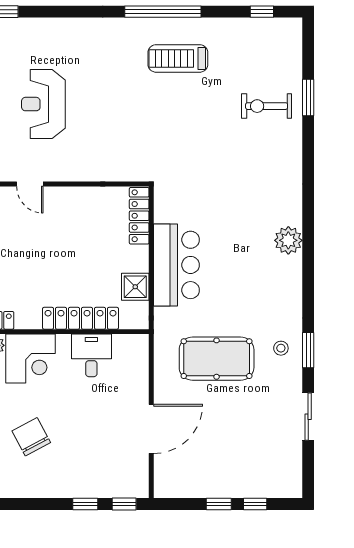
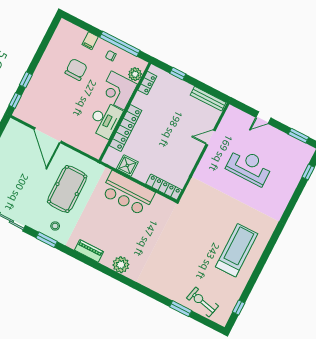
window: (163, 12) -> (266, 255), removed
treadmill: (178, 58) -> (237, 250), width x1.37, depth x1.37
exercise bike: (267, 106) -> (202, 302), moved, turned -77
plant: (288, 240) -> (121, 265), moved
piano: (292, 278) -> (89, 251), added
desk: (91, 355) -> (105, 120), width x1.37
chair: (31, 437) -> (76, 70), turned -62

